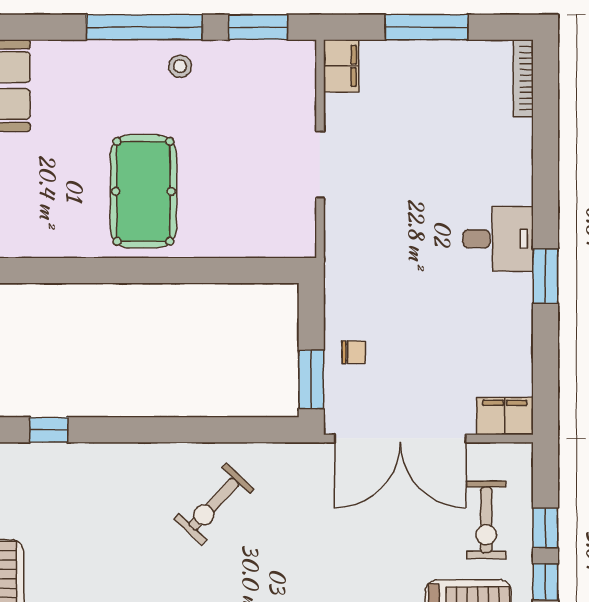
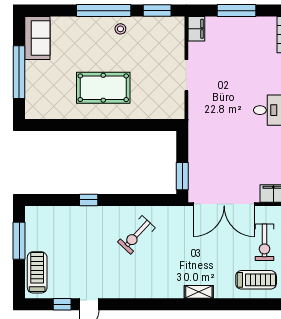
pool table: (143, 191) -> (103, 88), turned 90
chair: (354, 352) -> (202, 164), removed
window: (49, 430) -> (89, 200), moved

